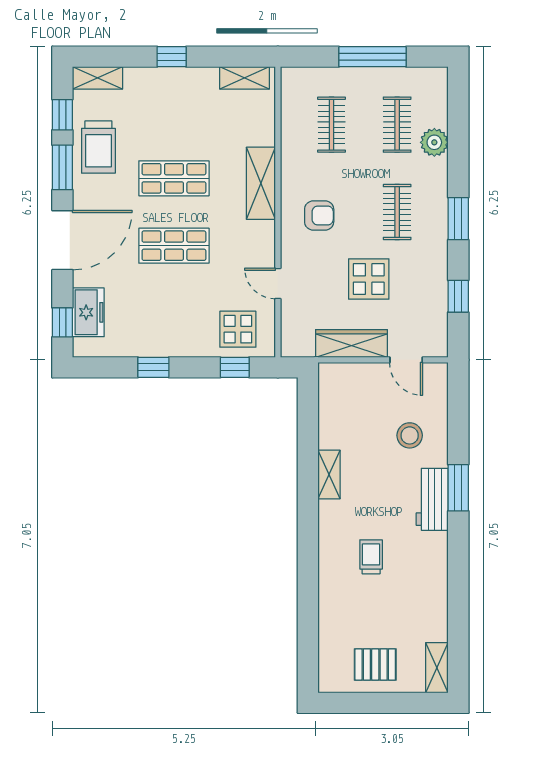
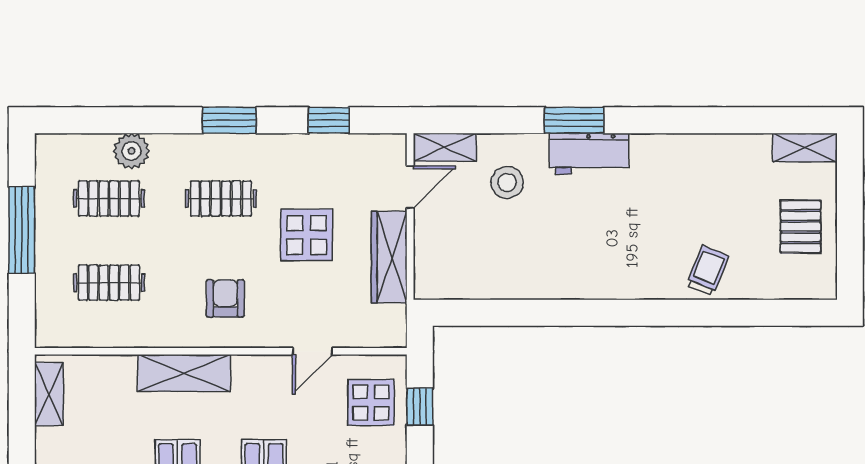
shelving: (329, 475) -> (445, 147), moved
trolley: (371, 557) -> (708, 271), moved, turned 112

